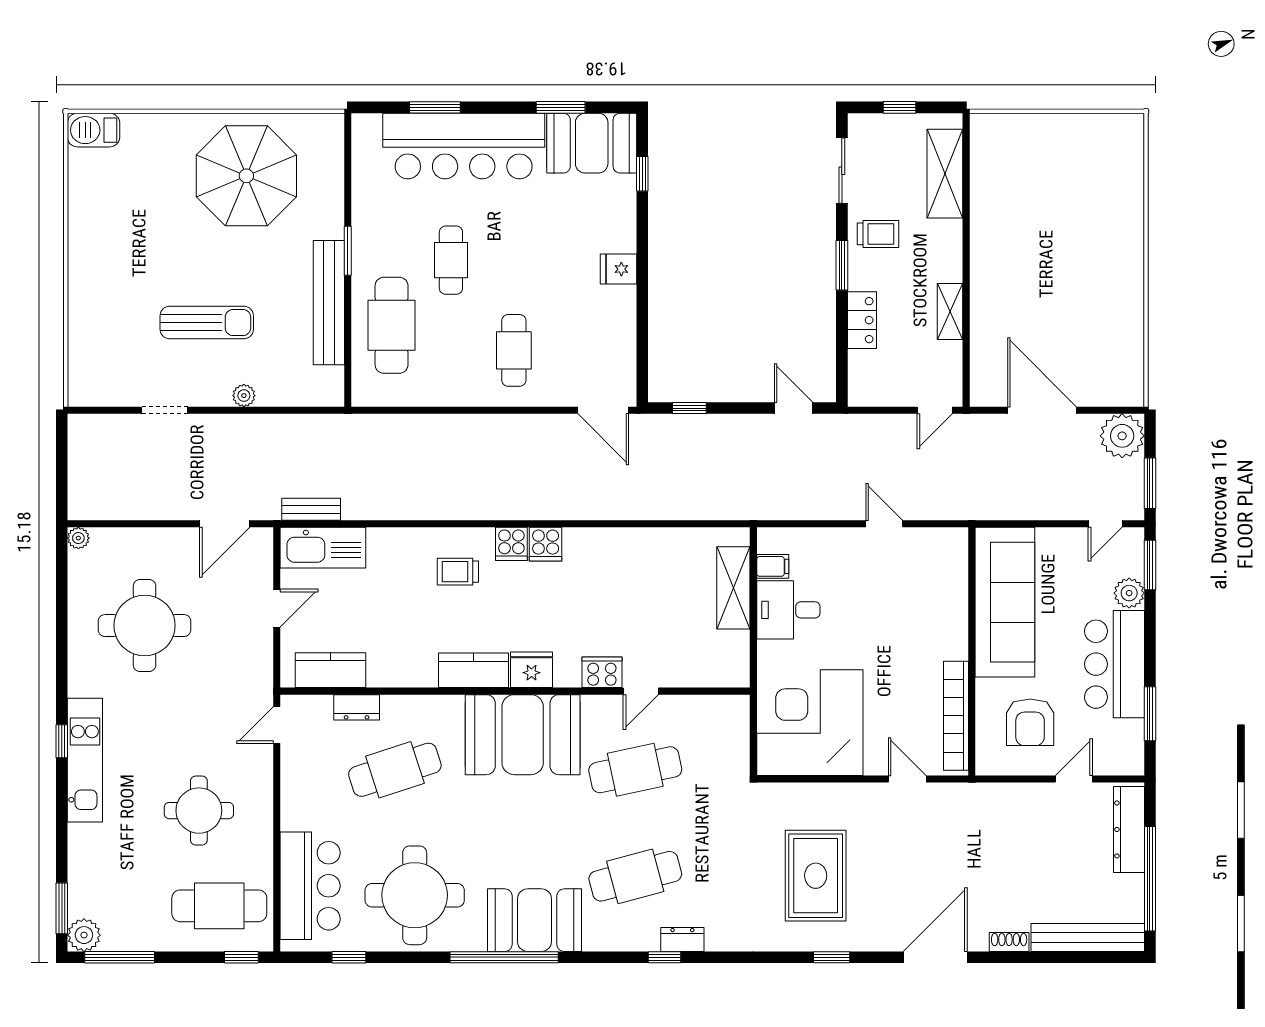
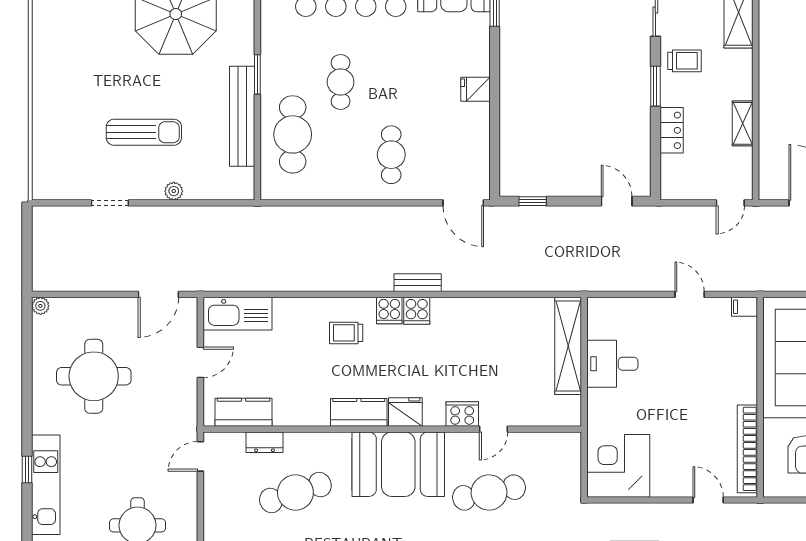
bench: (311, 509) -> (418, 283), moved
filing cabinet: (773, 566) -> (745, 307), moved, turned 180
shelving: (733, 588) -> (568, 346), width x1.47
corner desk: (810, 723) -> (618, 466), width x0.74, depth x0.74

